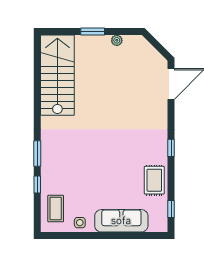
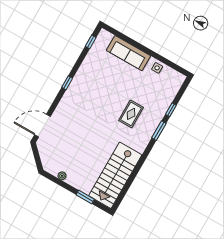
window: (93, 31) -> (85, 197), moved
rug: (154, 180) -> (131, 114), moved
coffee table: (56, 208) -> (168, 87), removed

